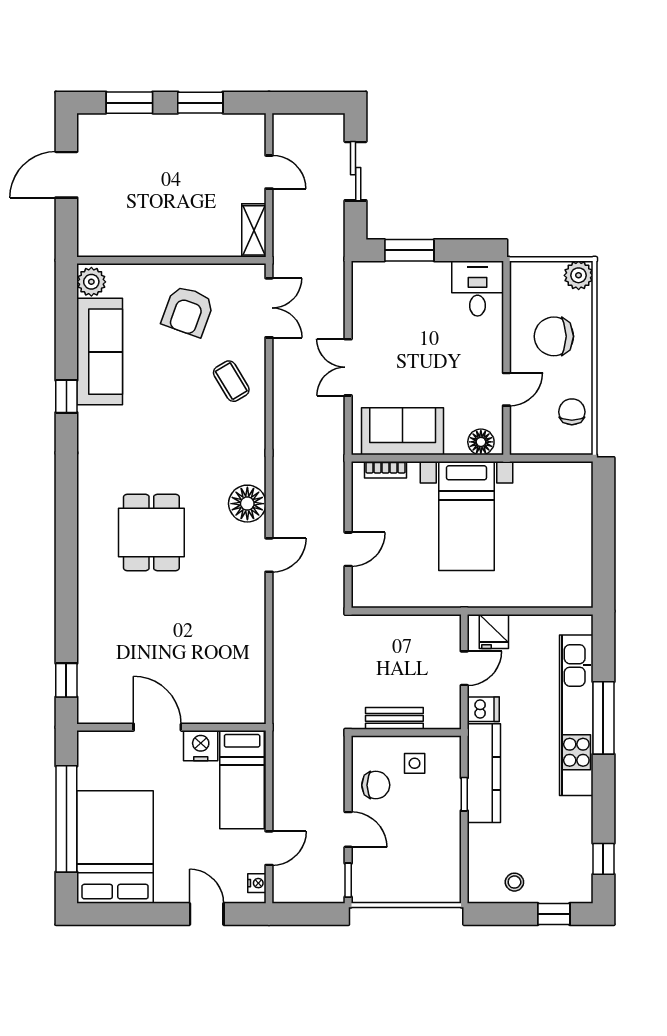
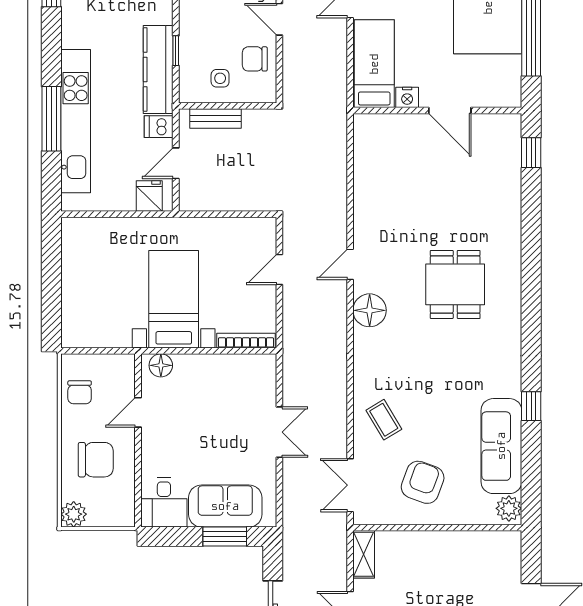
sofa: (403, 431) -> (225, 506), moved, turned 180
bookcase: (386, 470) -> (246, 341), width x1.56
bench: (394, 718) -> (216, 118), moved
nightstand: (201, 746) -> (407, 97), width x0.74, depth x0.75

